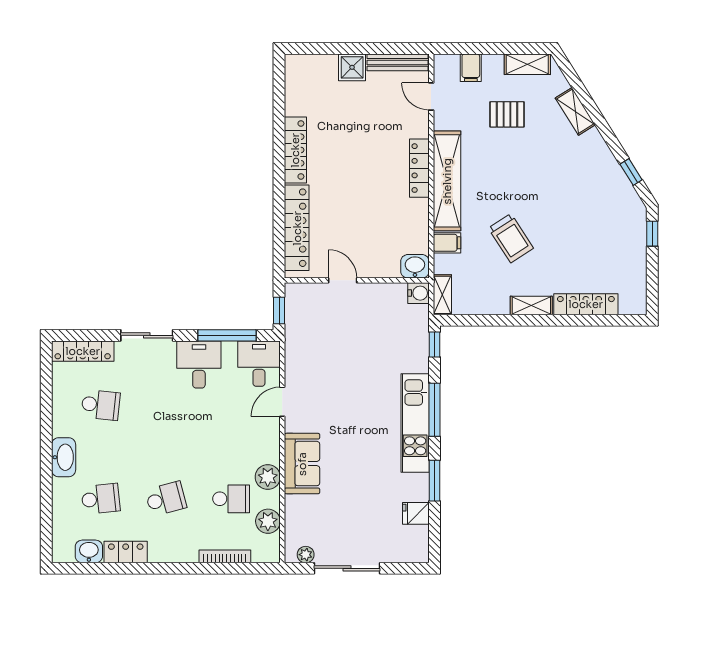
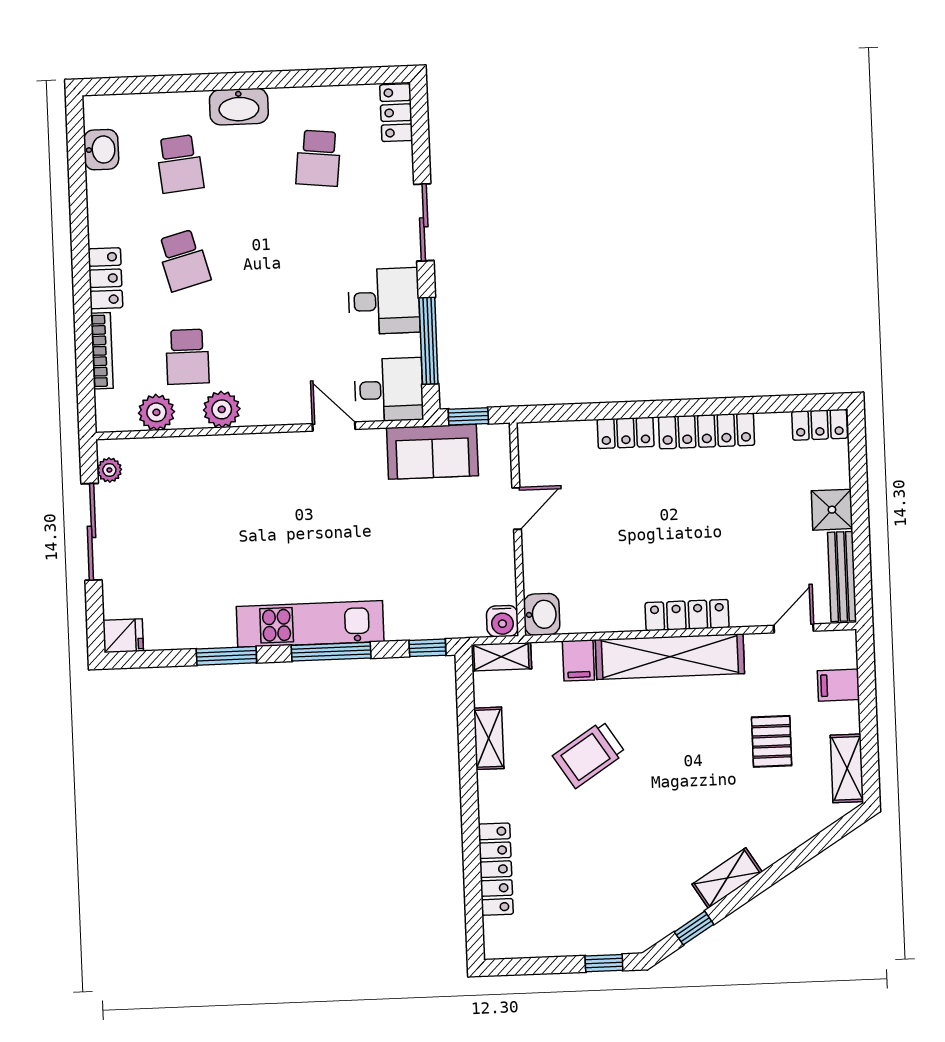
locker: (294, 73) -> (820, 425), added
shelving: (575, 111) -> (727, 878), moved
locker: (297, 228) -> (626, 433), width x0.46, depth x0.83
shelving: (531, 306) -> (489, 738), moved
locker: (83, 351) -> (396, 113), width x0.66
sofa: (302, 464) -> (432, 452), moved
fridge: (416, 513) -> (123, 636), moved, turned 90
locker: (126, 552) -> (105, 278), moved

